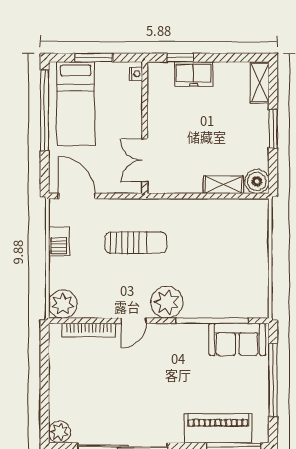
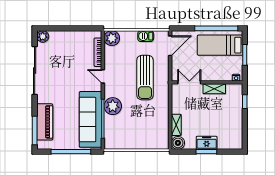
freezer: (194, 74) -> (207, 143), moved, turned 90
shelving: (260, 82) -> (214, 89), moved
sun lounger: (136, 243) -> (145, 78), width x1.36, depth x1.34
plant: (167, 302) -> (113, 106), moved
sofa: (237, 339) -> (90, 119), width x1.85, depth x1.27

